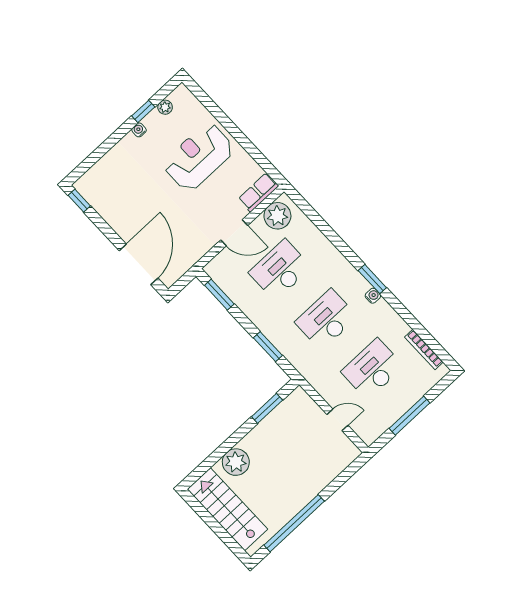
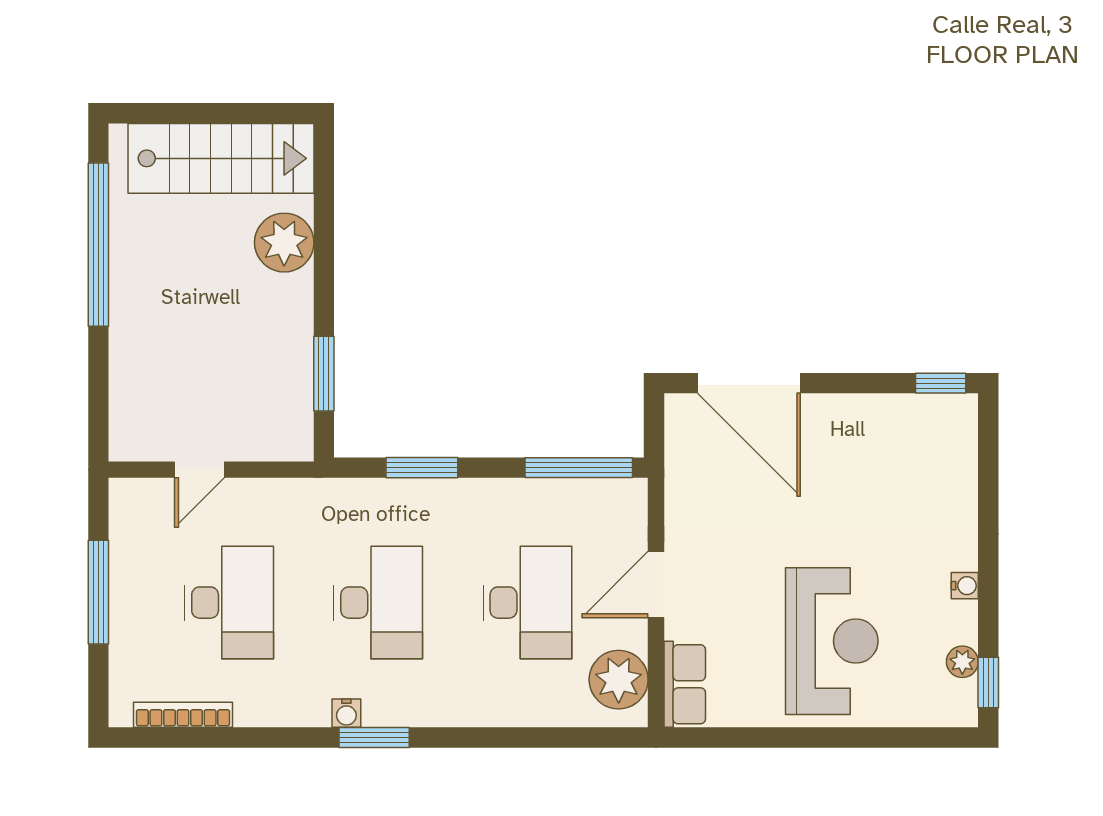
window: (143, 111) -> (988, 682), moved
window: (219, 295) -> (579, 468), width x1.44

